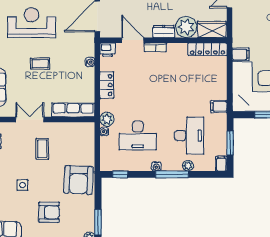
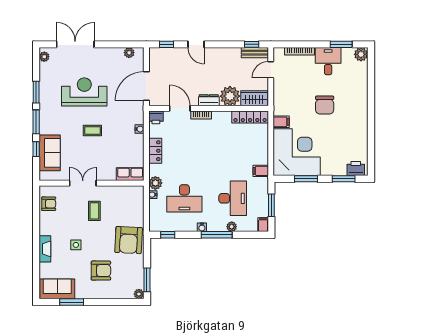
row of seats: (73, 110) -> (130, 174), width x0.68

